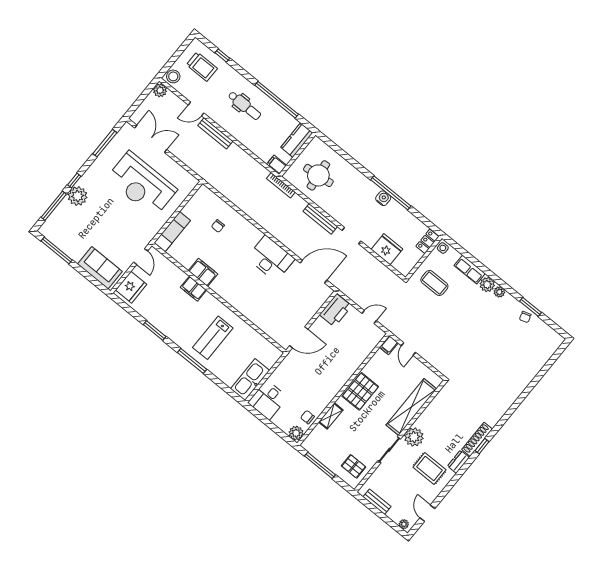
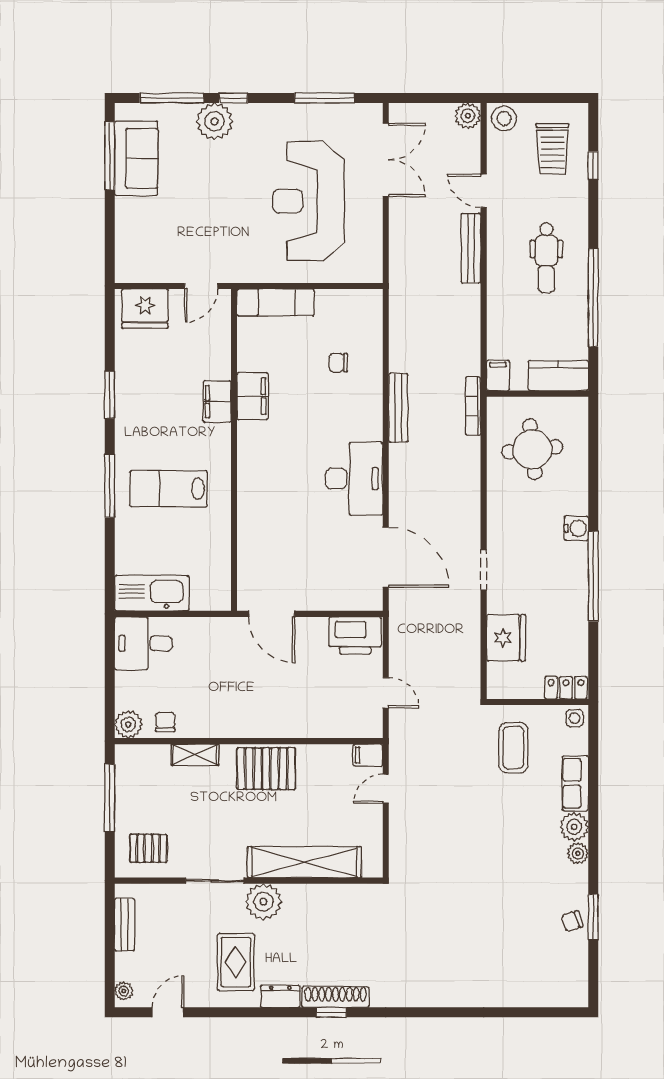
water cooler: (383, 198) -> (576, 528), moved
bench: (320, 219) -> (398, 408), moved
sofa: (100, 268) -> (136, 158), moved
pallet: (354, 466) -> (148, 848), turned 90

